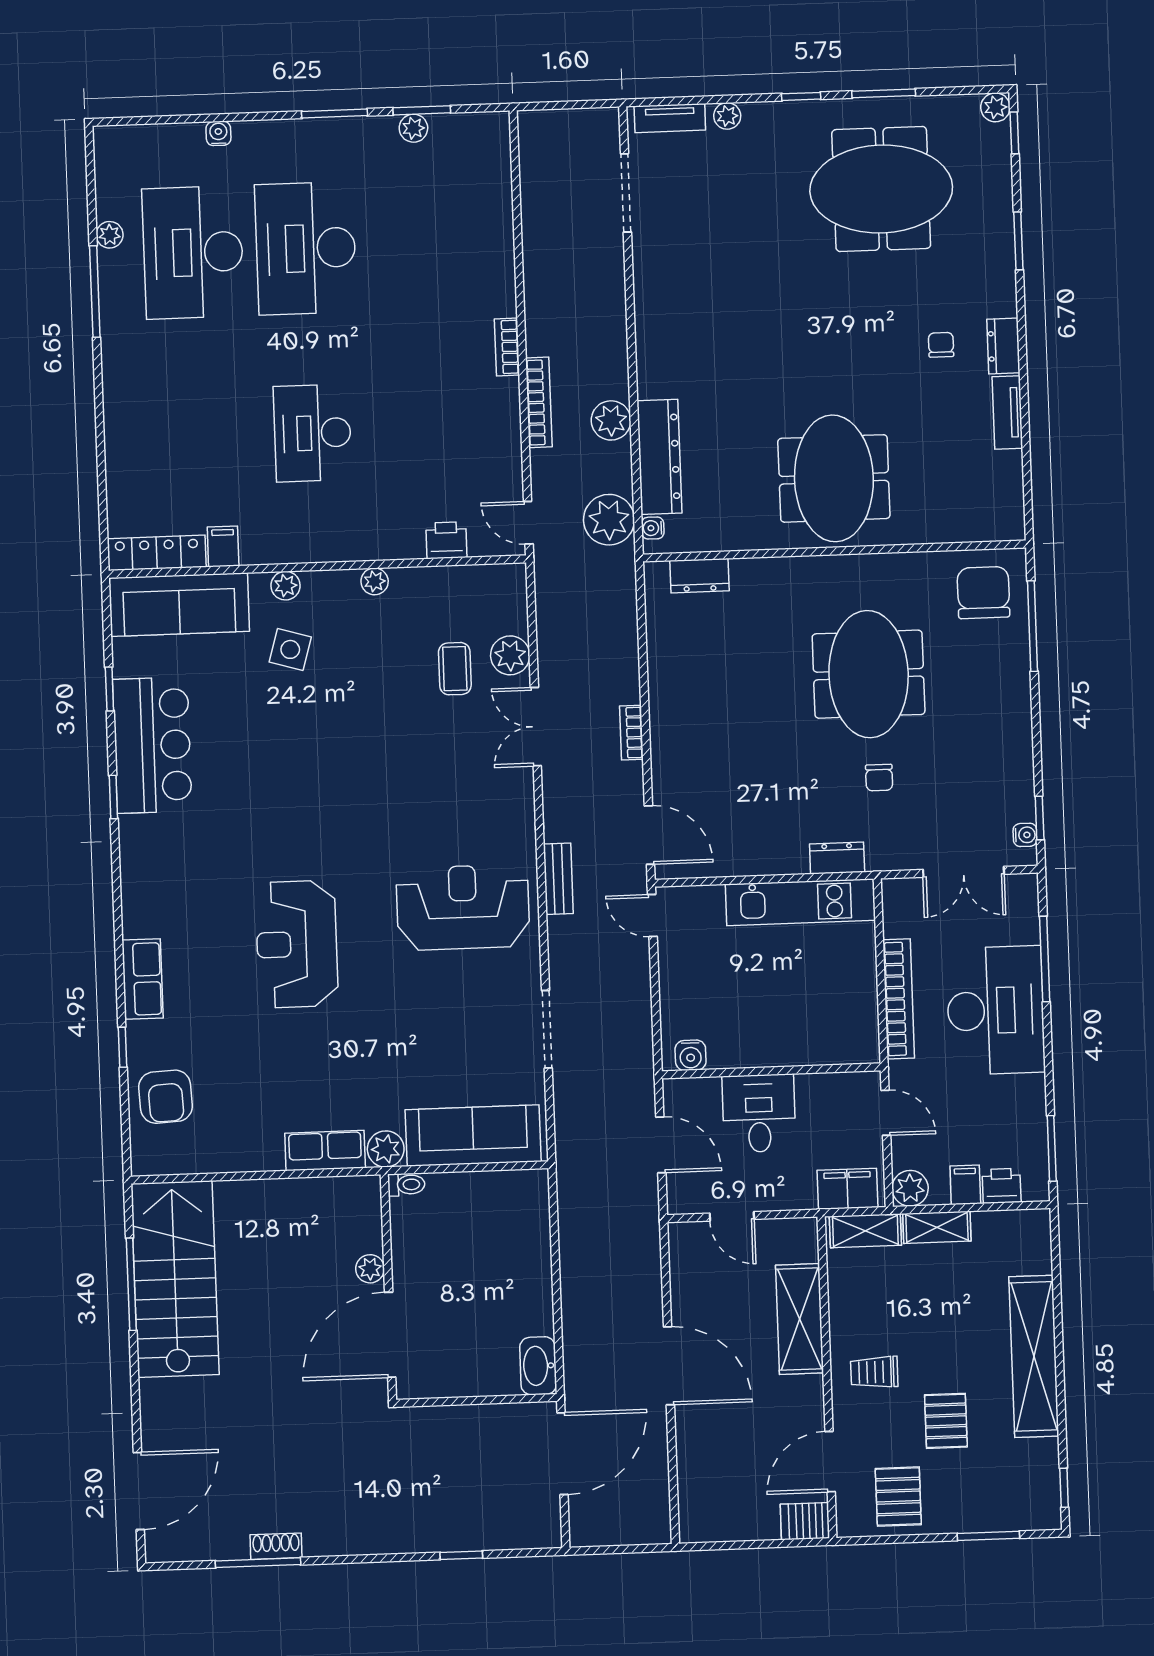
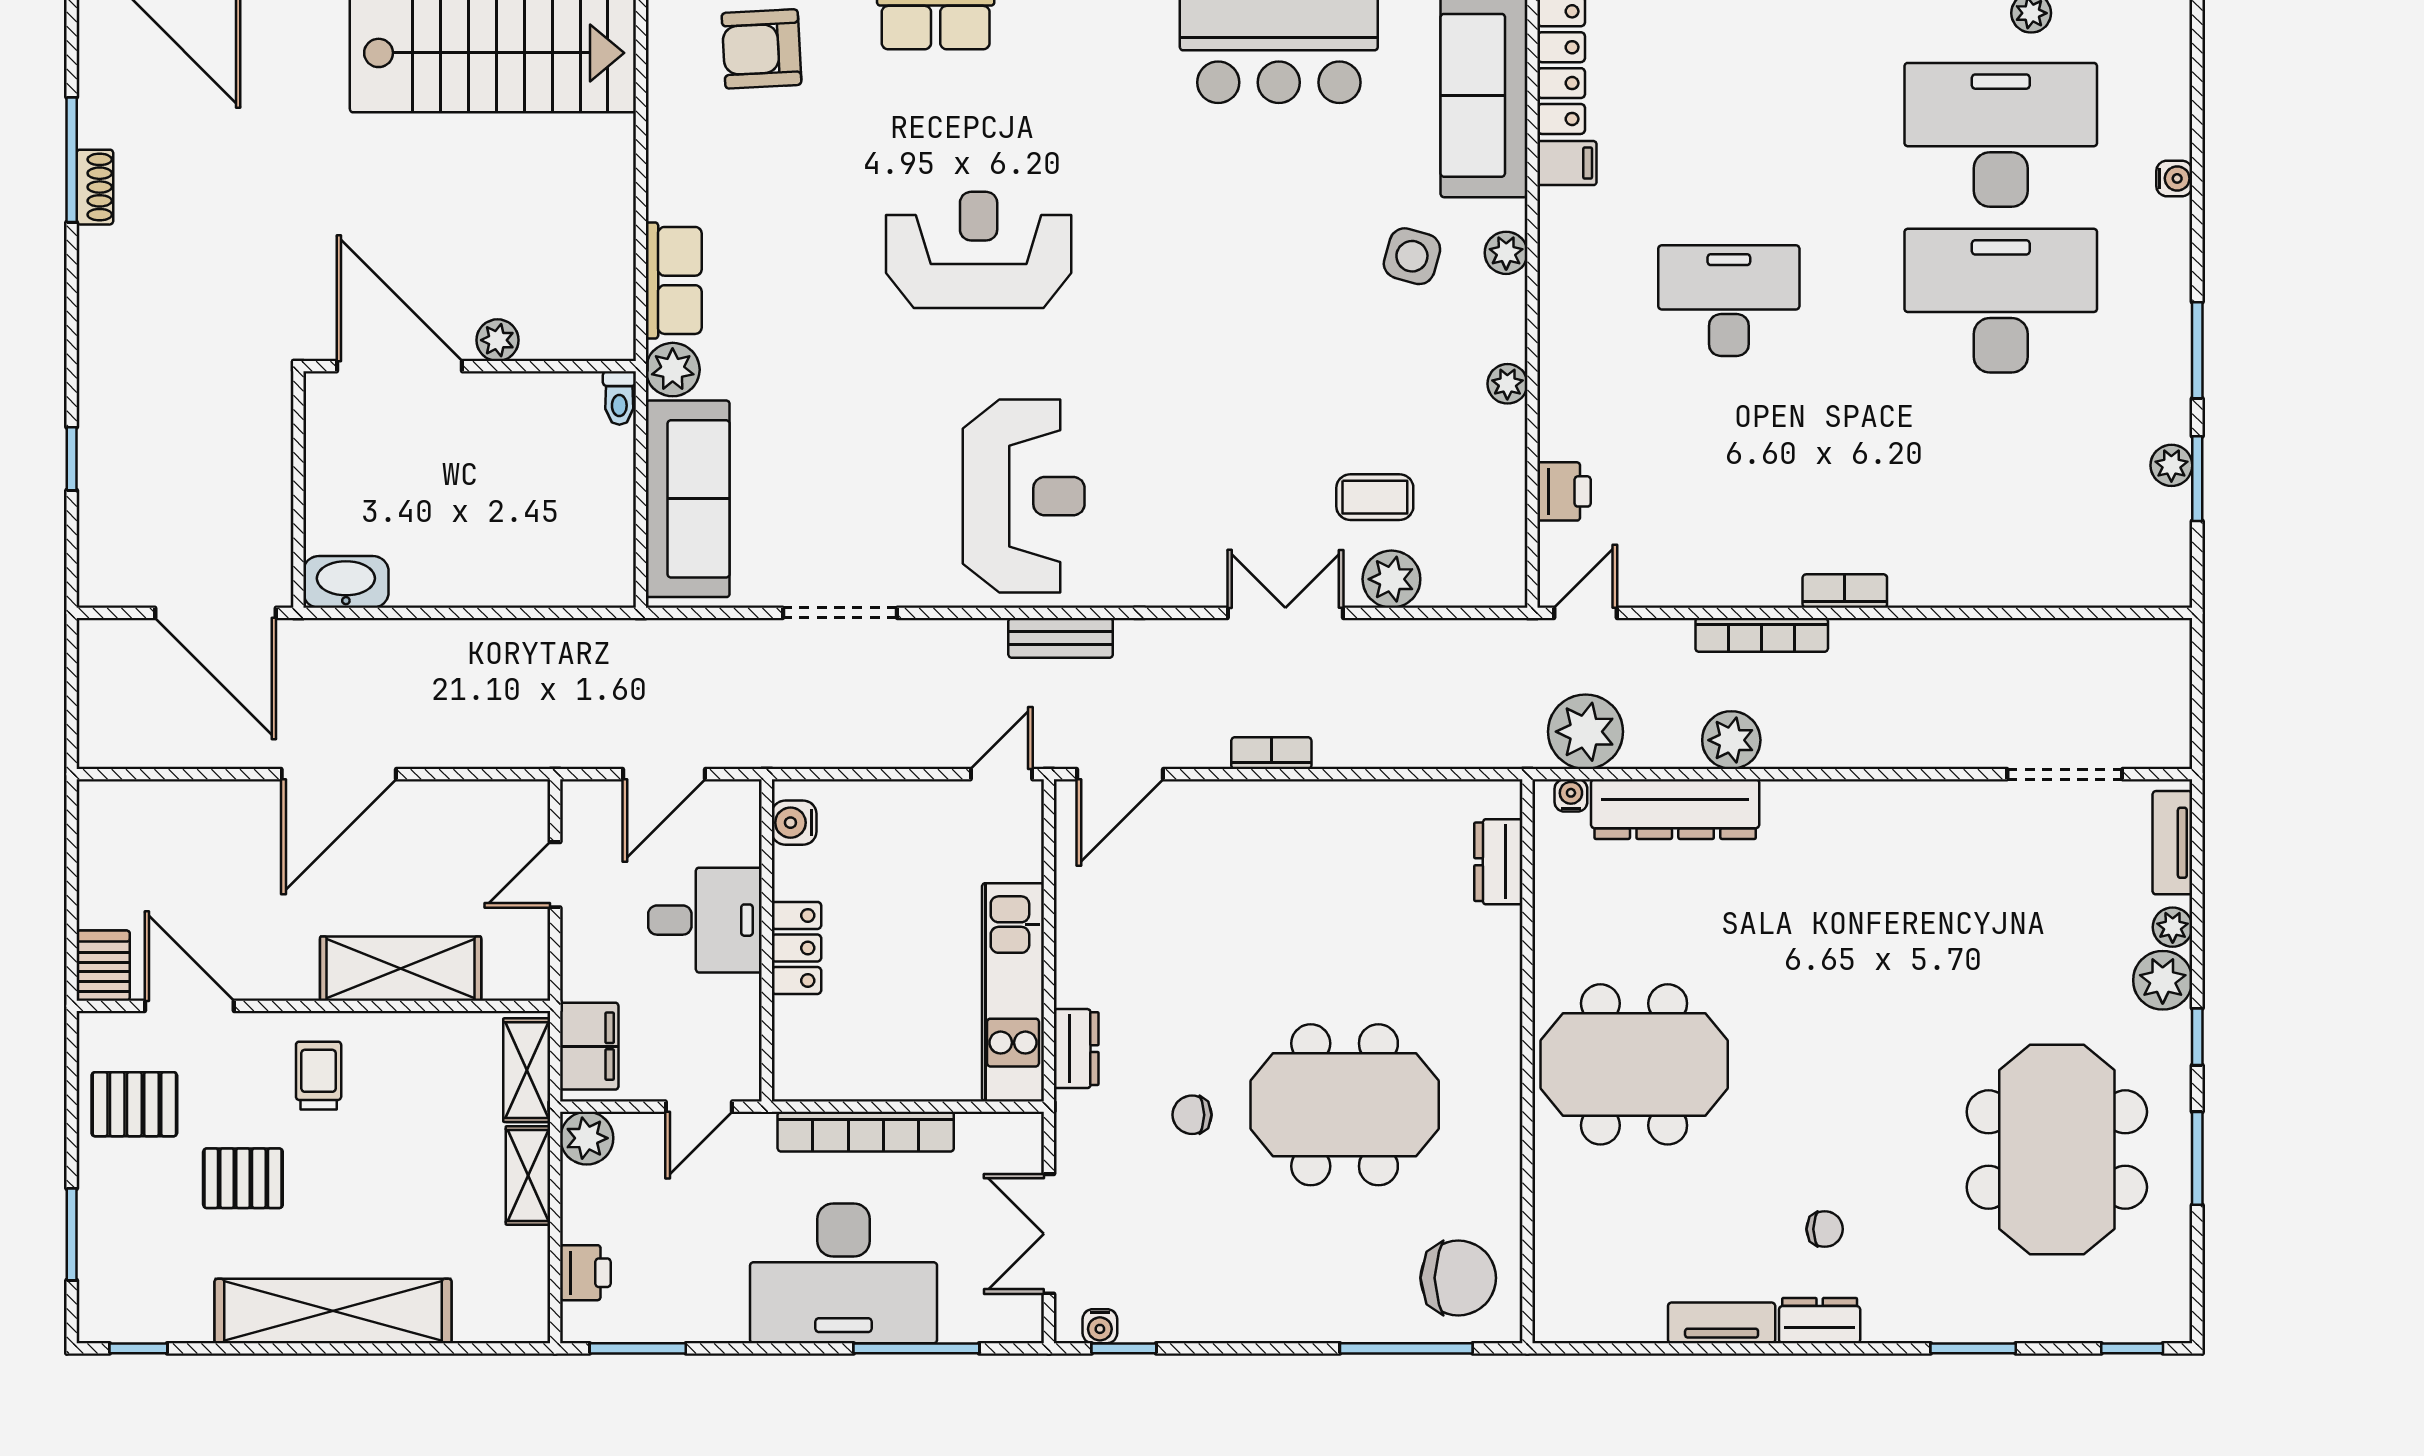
plant: (995, 107) -> (2163, 980), moved, width x1.38, depth x1.38
locker: (776, 1051) -> (796, 948), added
filing cabinet: (965, 1185) -> (589, 1220), removed

